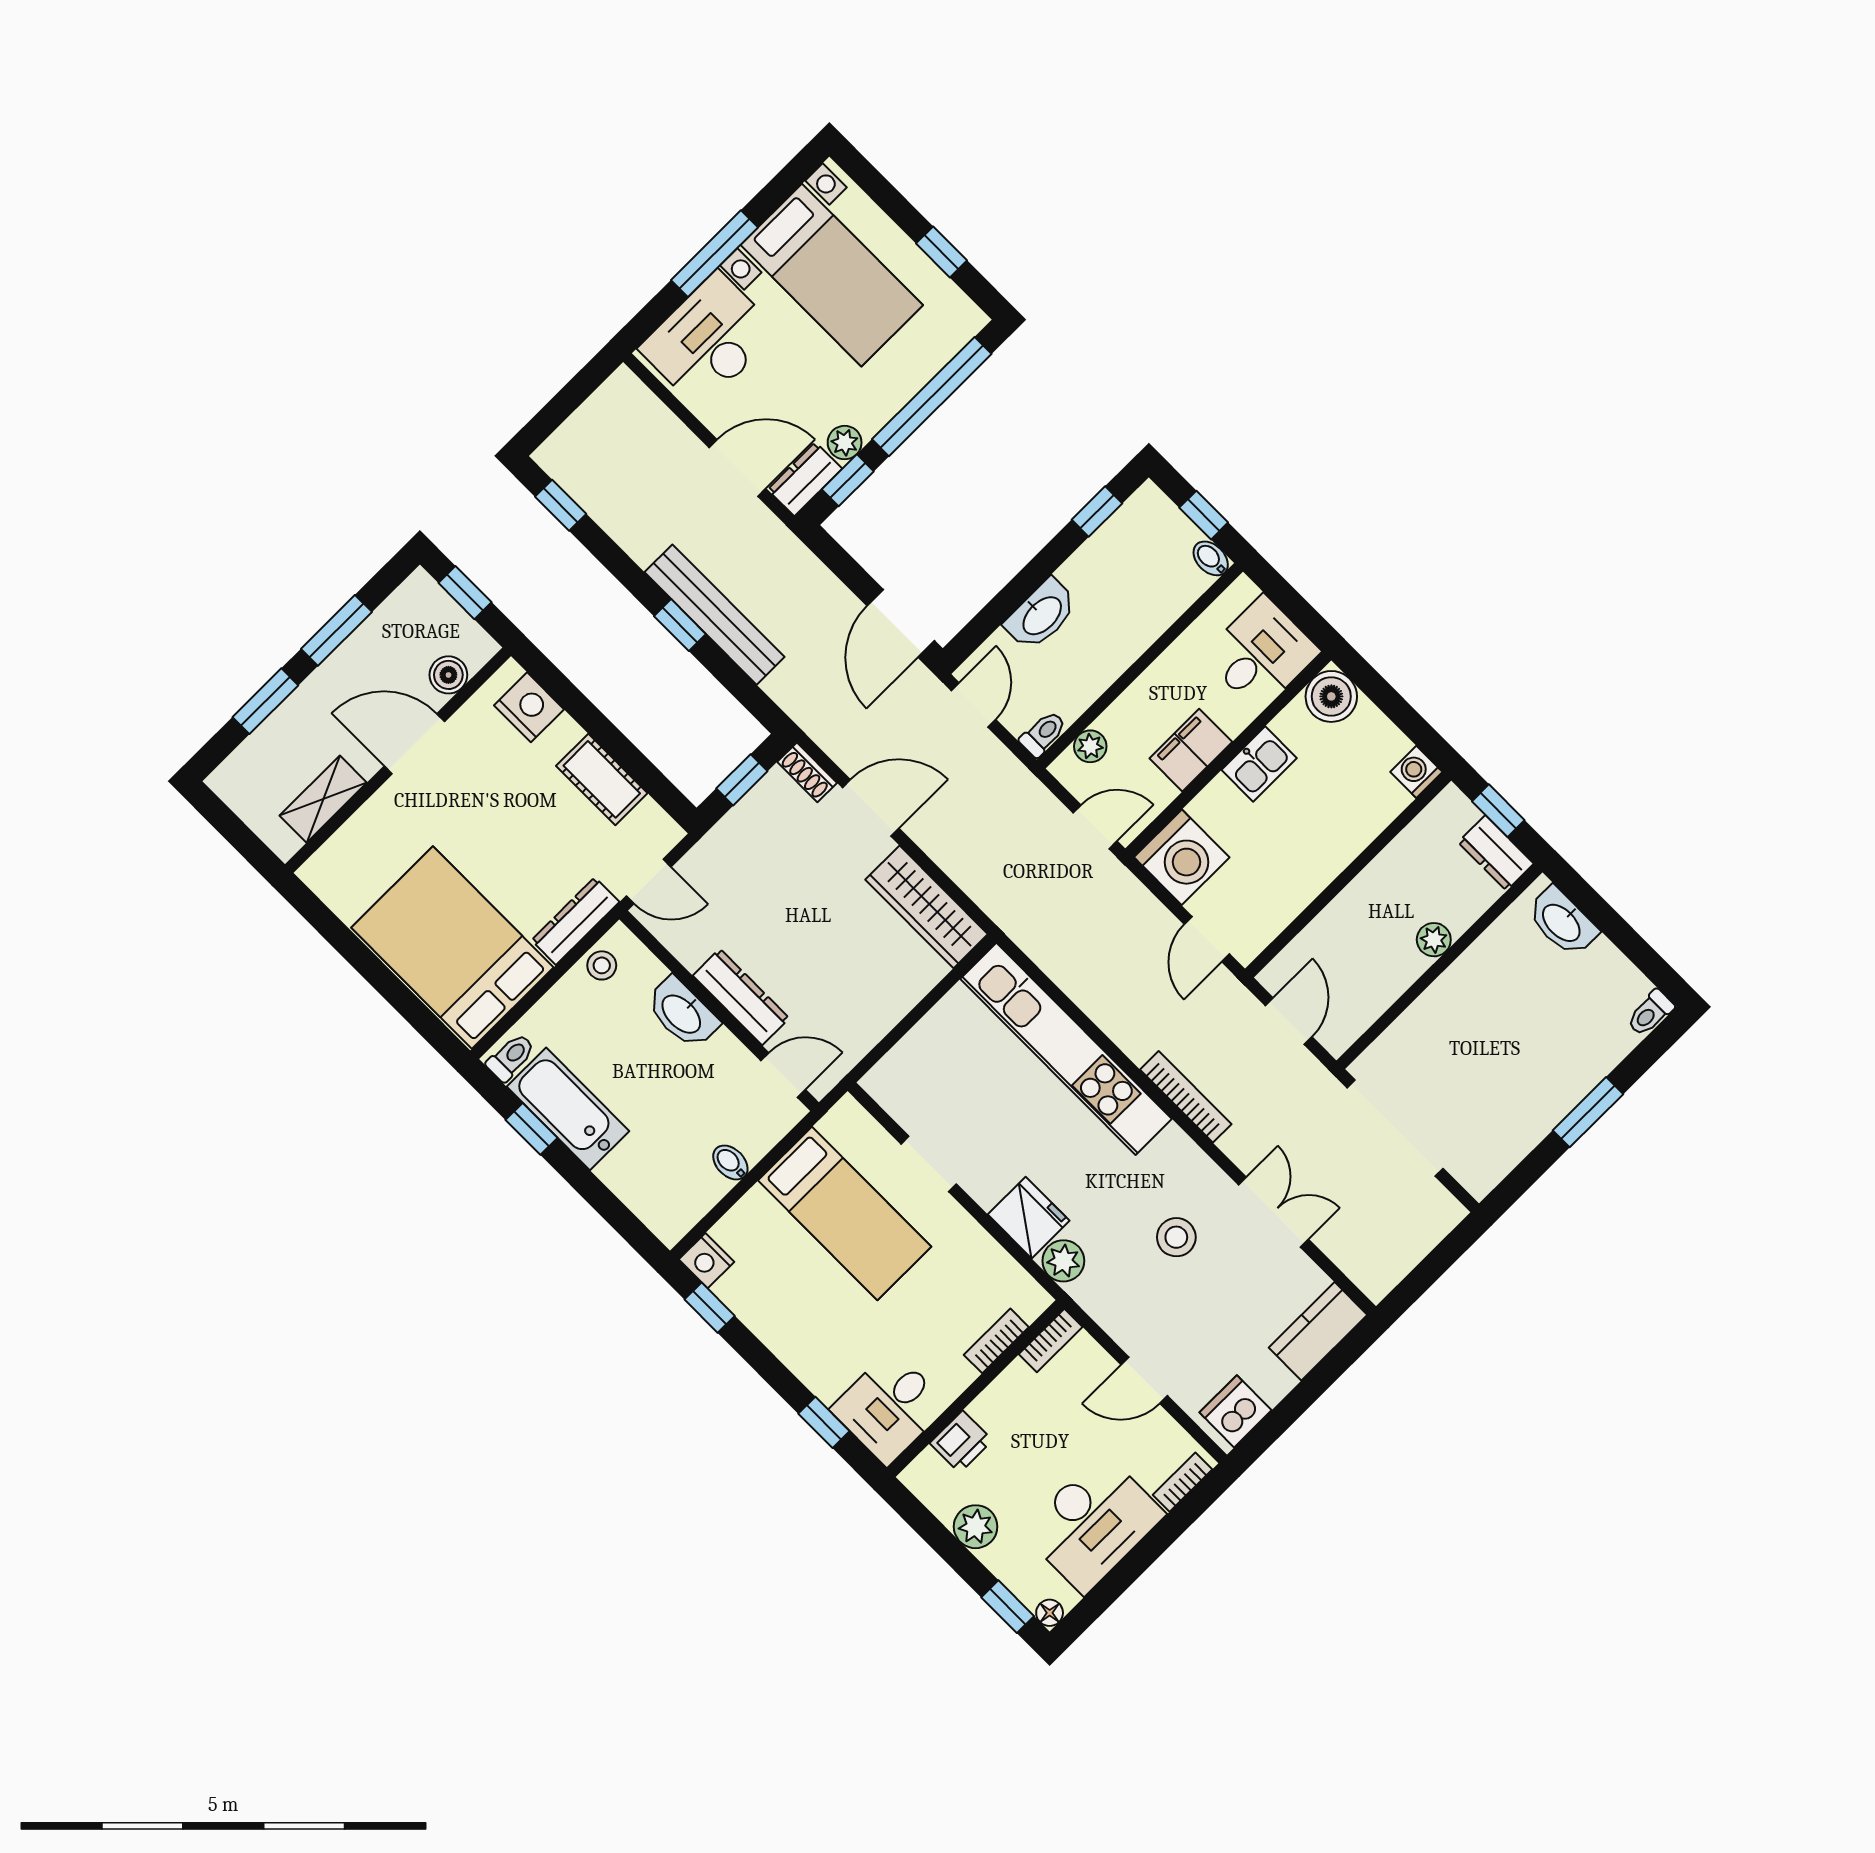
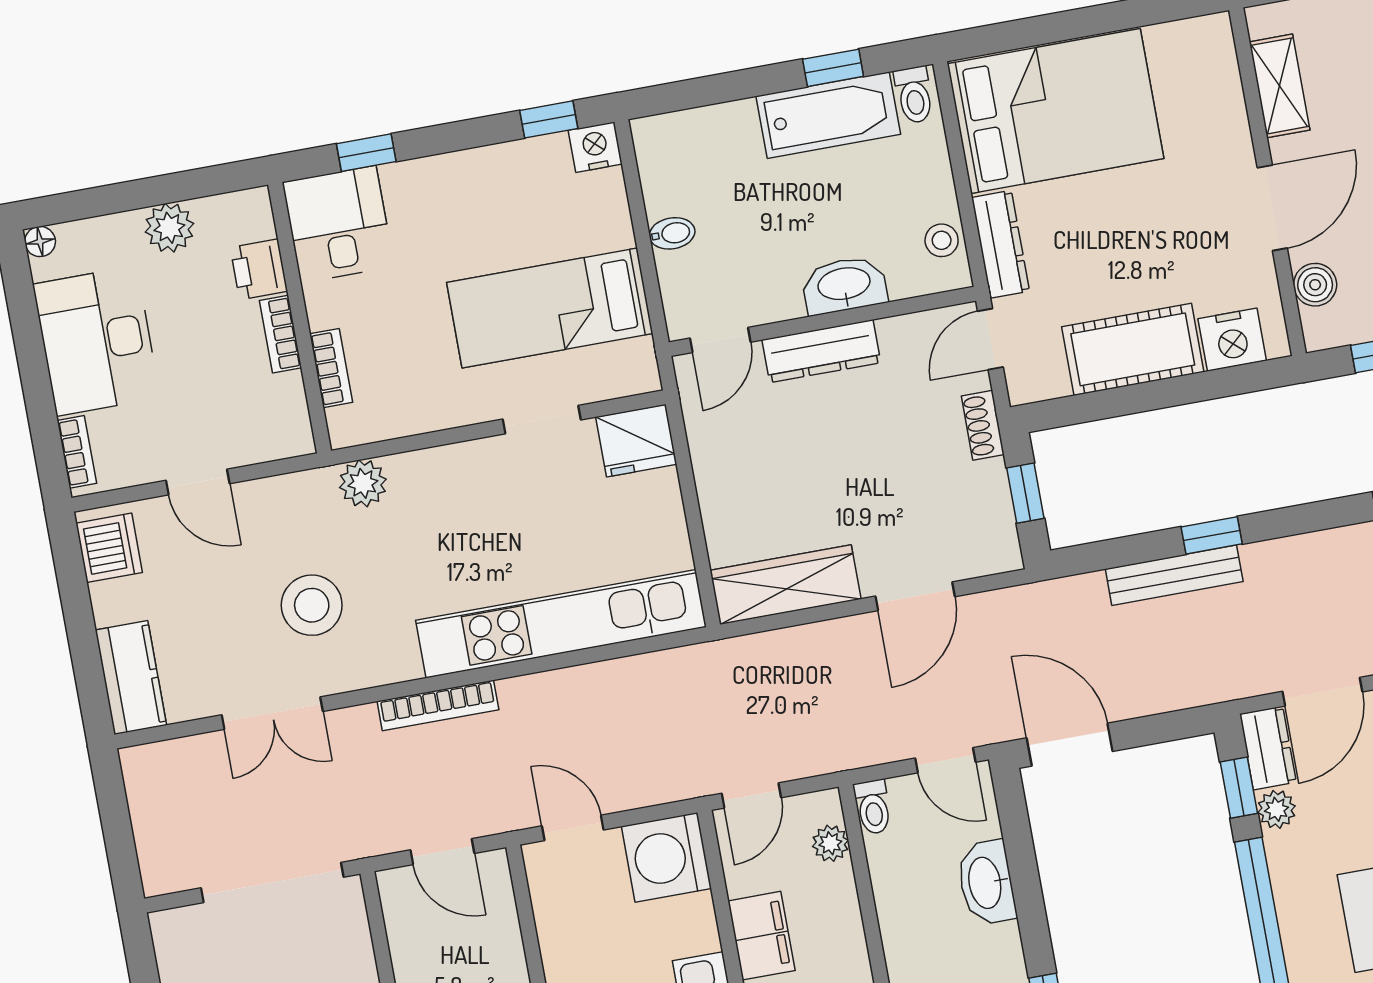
bench: (715, 615) -> (1174, 575), width x0.73, depth x0.82
shoe rack: (807, 772) -> (983, 425), moved, turned -90
cot: (602, 779) -> (1133, 349), width x1.37, depth x1.34
fridge: (1029, 1218) -> (636, 441), moved
stool: (1176, 1237) -> (312, 605), width x1.38, depth x1.38
bookcase: (1051, 1341) -> (280, 334), moved
door: (1144, 1380) -> (198, 482), swing flipped
window: (1008, 1607) -> (73, 206), removed

